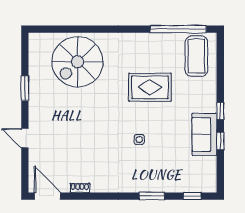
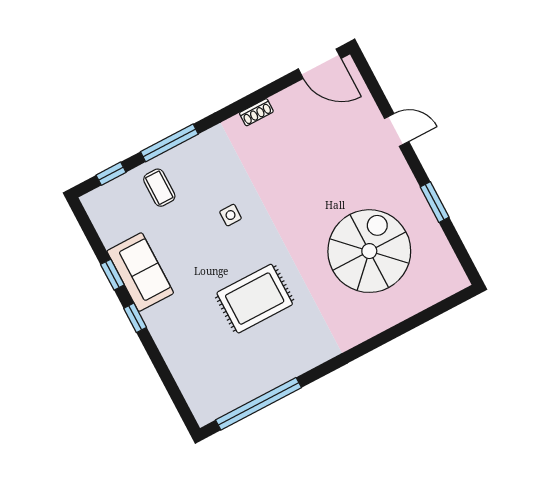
coffee table: (196, 56) -> (159, 188), moved, width x0.54, depth x0.58
spiral stairs: (78, 62) -> (369, 251), moved
shoe rack: (80, 188) -> (256, 112), moved
window: (152, 196) -> (169, 143), width x1.44

